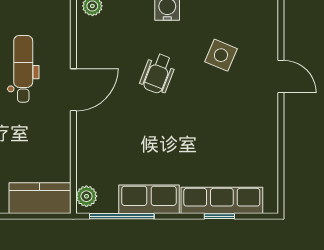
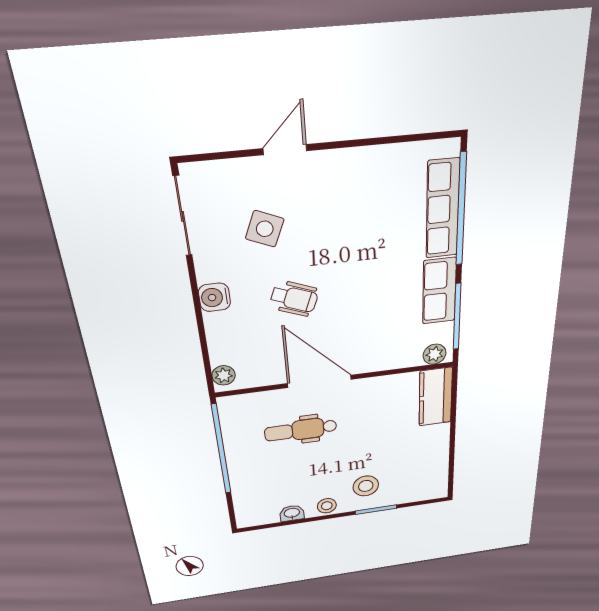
door: (73, 90) -> (320, 381), width x1.36
window: (219, 216) -> (461, 210), width x3.17

